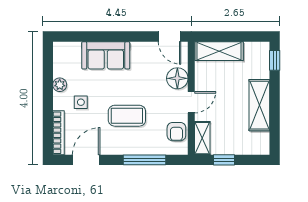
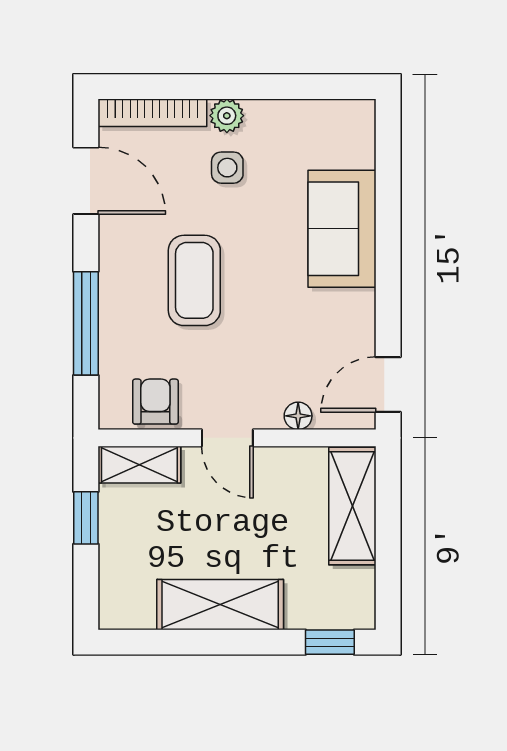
floor lamp: (177, 78) -> (298, 416), width x0.53, depth x0.53
plant: (60, 85) -> (227, 116), moved
armchair: (176, 132) -> (155, 402), turned 90

